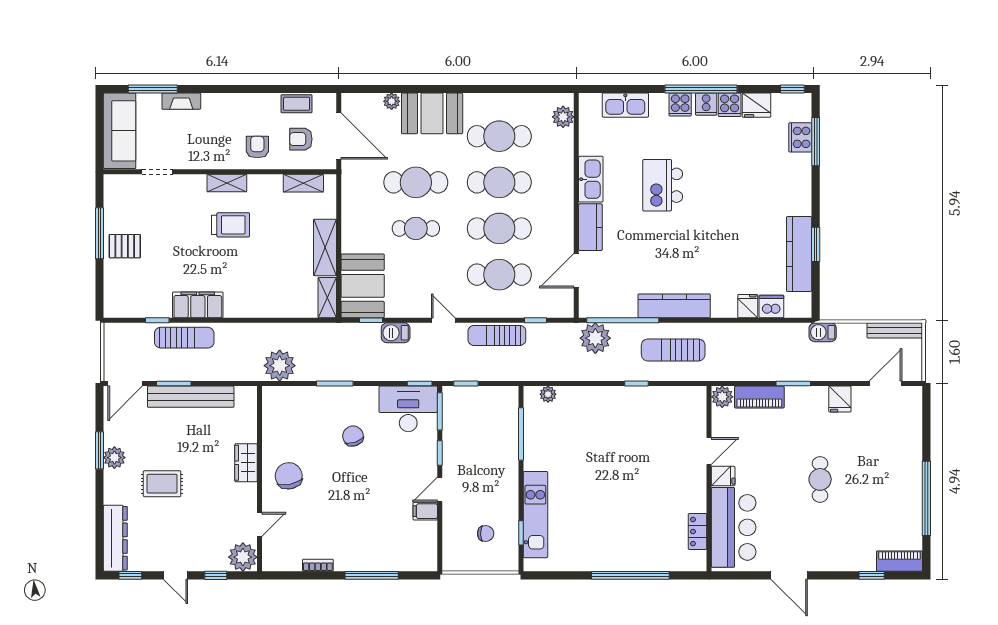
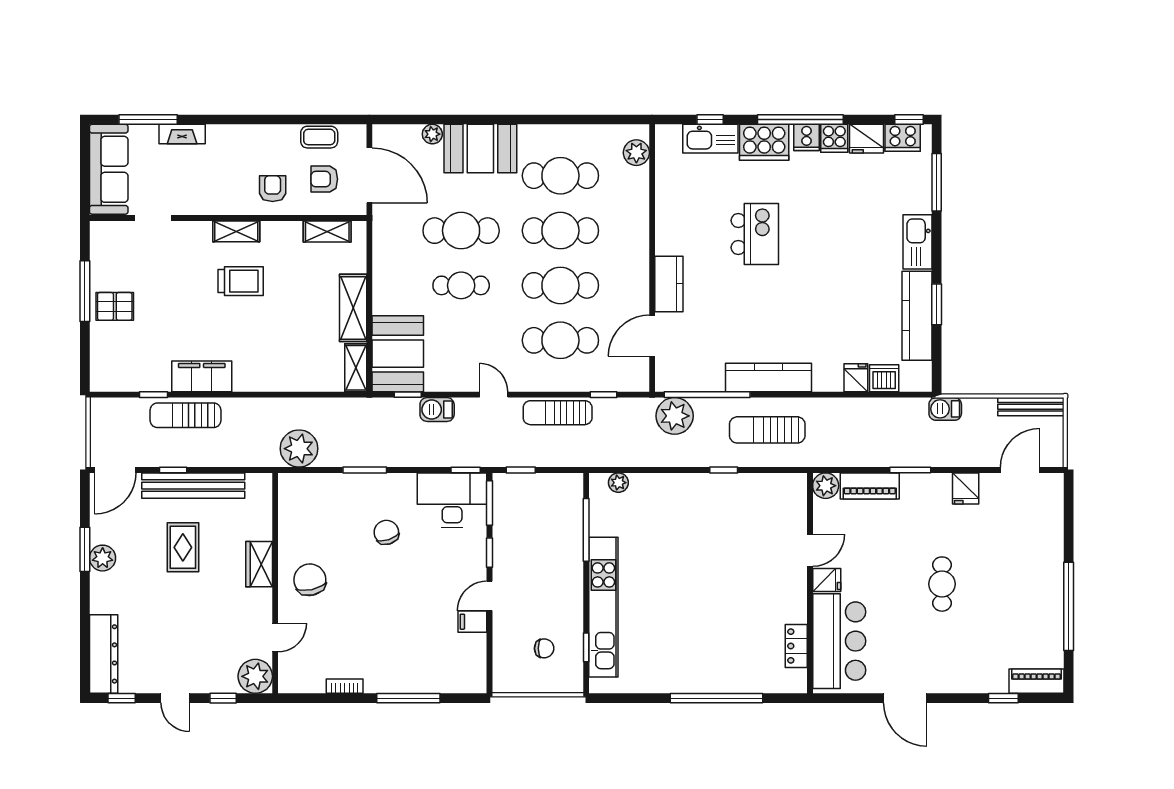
window: (625, 89) -> (710, 119), added
cooker: (680, 105) -> (764, 142), width x1.87, depth x1.31
cooker: (800, 137) -> (903, 138), moved, turned -90
kitchen sink: (591, 179) -> (918, 242), moved, turned 180
kitchen island: (663, 185) -> (755, 234), turned 180
sun lounger: (184, 338) -> (186, 415), turned 180
window: (174, 384) -> (173, 470), width x0.67
rug: (162, 484) -> (183, 547), moved, turned 90
kitchen unit: (535, 515) -> (603, 607), width x1.36

